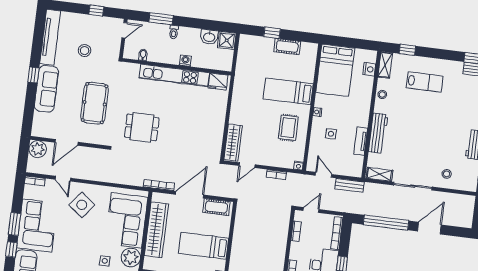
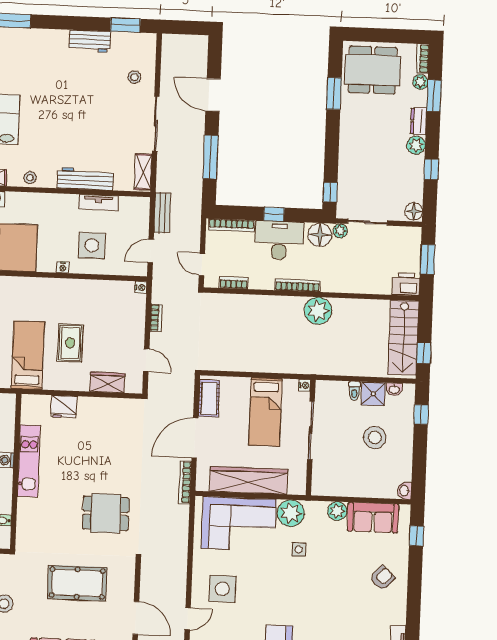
kitchen unit: (174, 75) -> (29, 461), width x0.73
fridge: (218, 82) -> (64, 407), moved, turned 90
bed: (288, 91) -> (28, 355), moved, turned 180
dining table: (142, 127) -> (106, 513), turned 90
rug: (288, 128) -> (70, 343), moved, turned 90
side table: (331, 134) -> (92, 245), width x1.87, depth x1.87
wardrobe: (233, 142) -> (107, 382), width x0.67
door: (189, 195) -> (195, 438), hinge flipped
side table: (82, 205) -> (222, 589), turned -37
window: (386, 223) -> (211, 157), width x0.68

